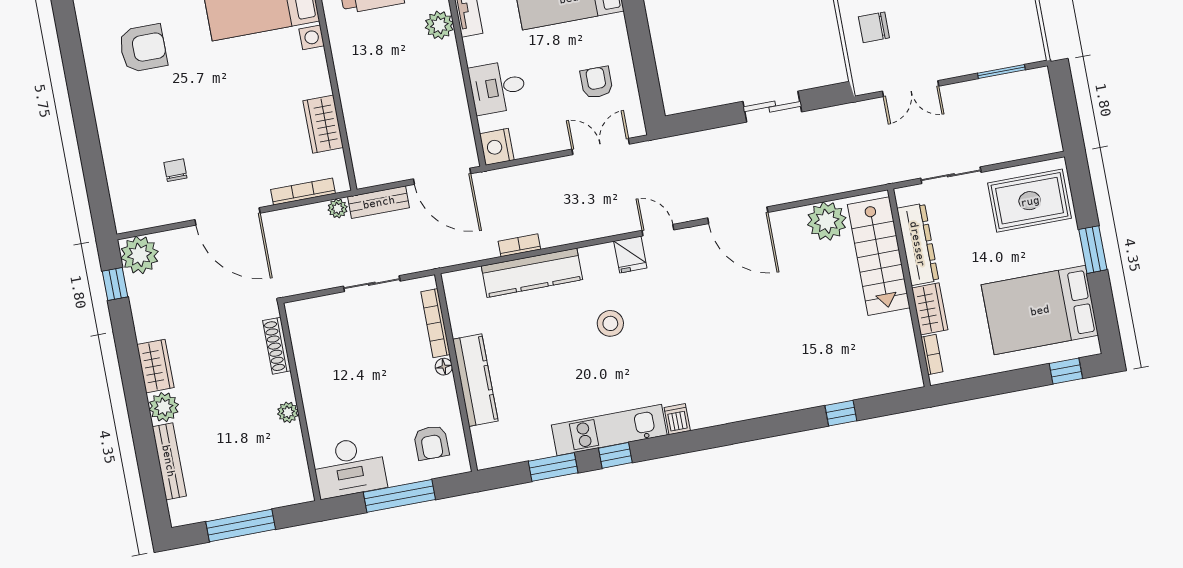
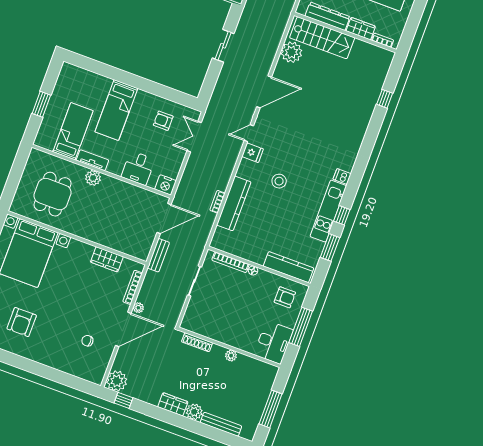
armchair: (143, 48) -> (22, 322), turned 180
plant: (338, 208) -> (138, 308), moved
kitchen counter: (475, 380) -> (289, 267), moved

